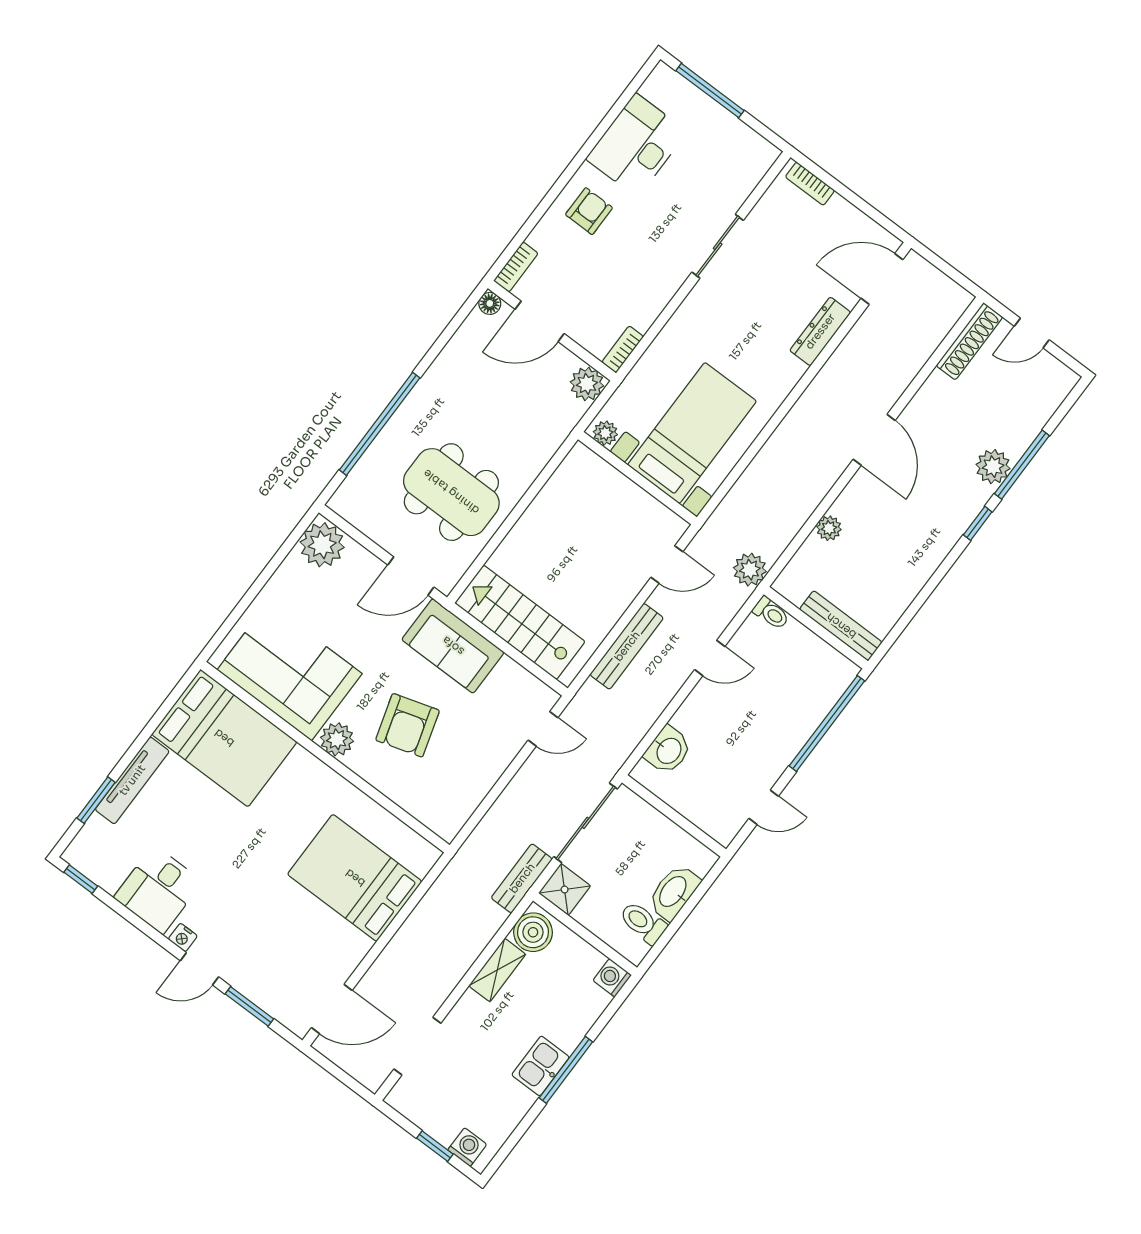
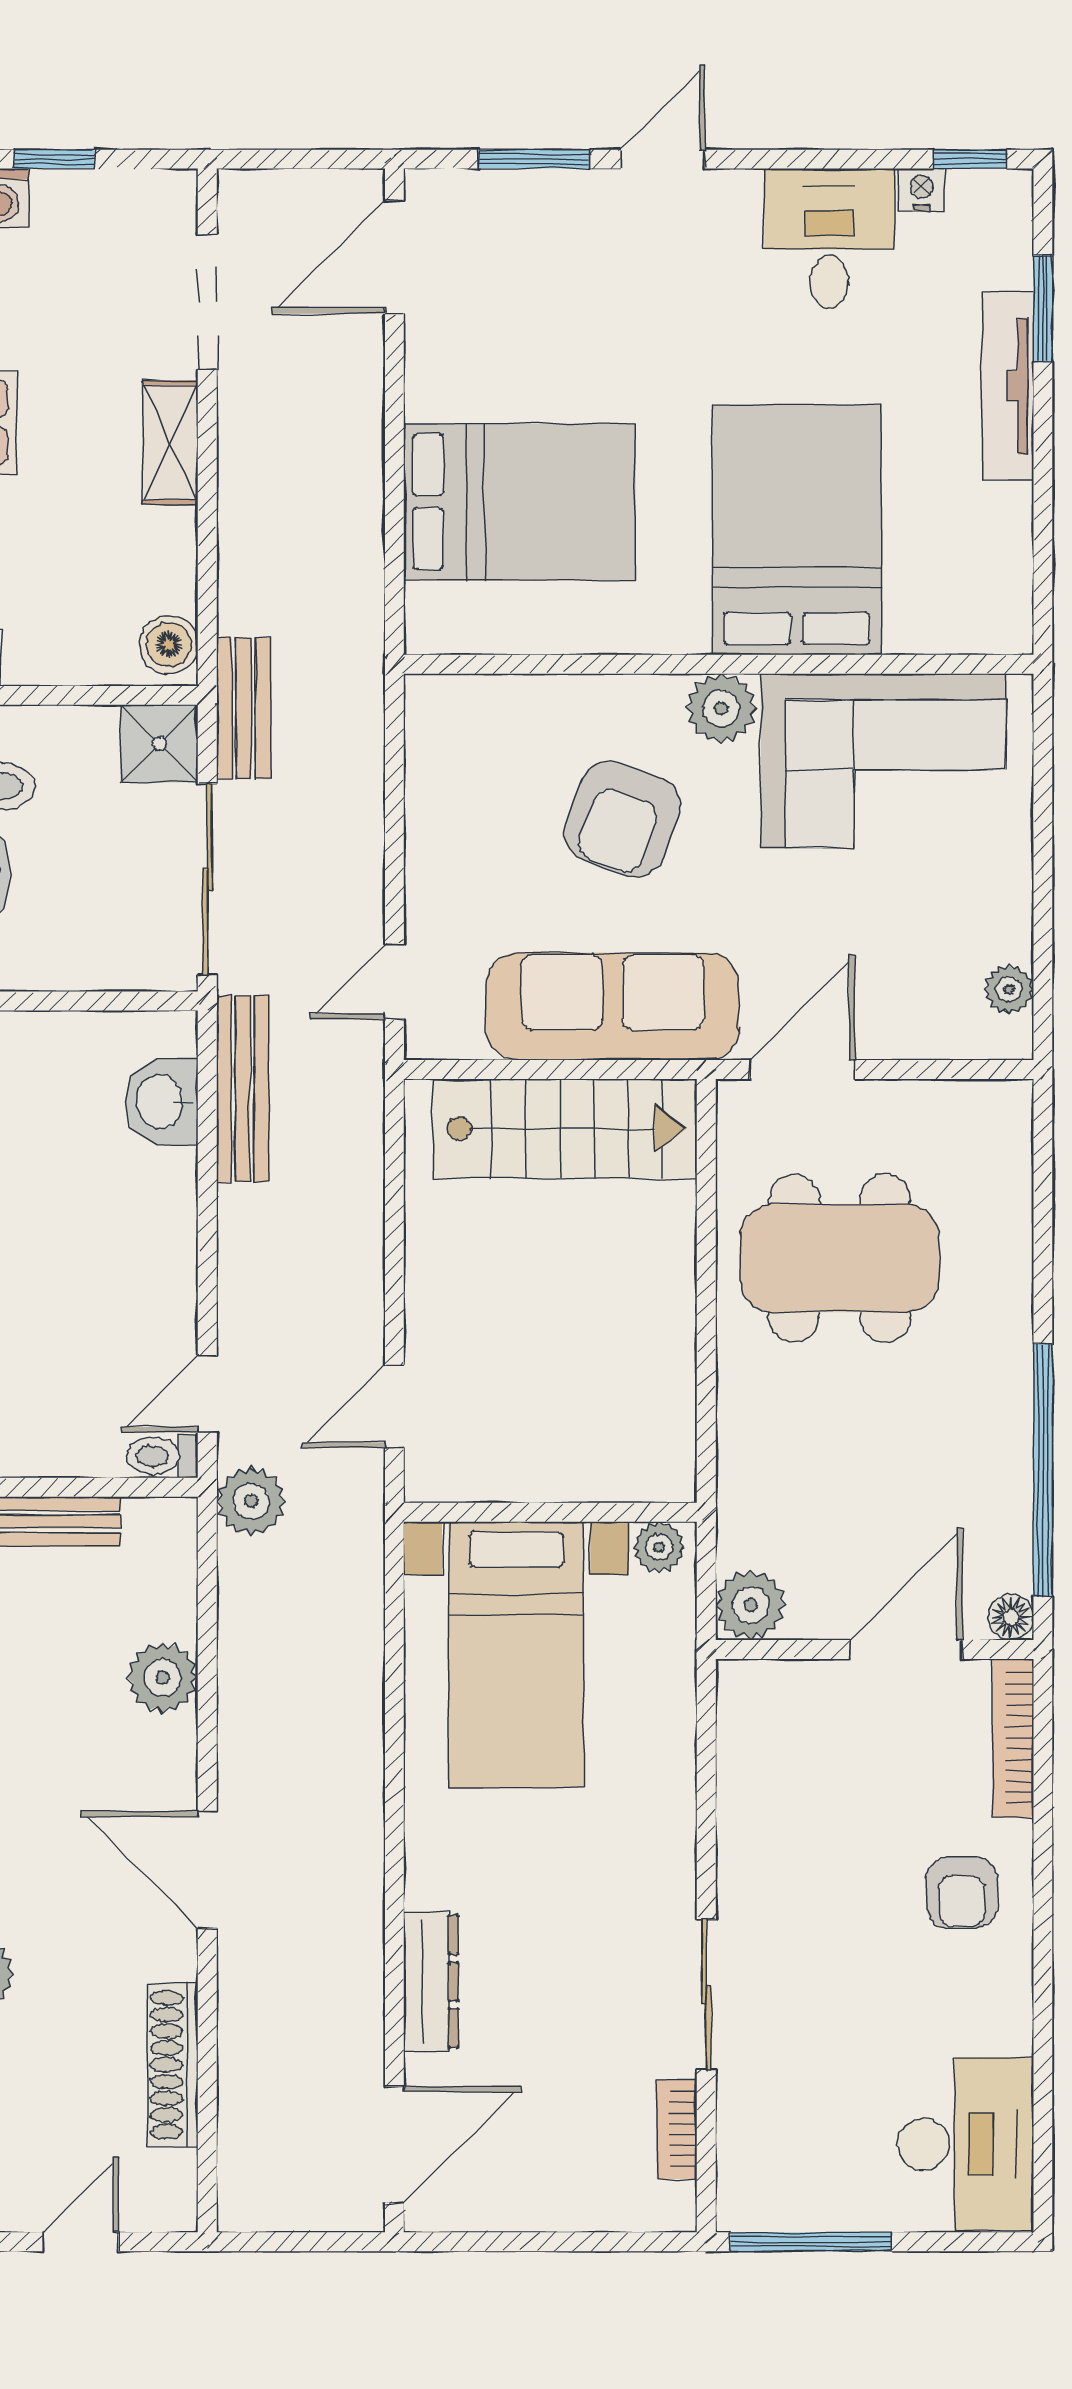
window: (710, 91) -> (810, 2242), moved
desk: (636, 145) -> (965, 2144), moved
bookcase: (810, 184) -> (677, 2129), moved, turned -90
bookcase: (516, 267) -> (1013, 1738), width x1.56
shoe rack: (969, 341) -> (173, 2065), moved
bookcase: (623, 349) -> (735, 1706), removed
window: (380, 424) -> (1043, 1470), moved
plant: (829, 528) -> (163, 1677), width x1.38, depth x1.38
plant: (322, 545) -> (1009, 989), width x0.53, depth x0.53
sofa: (453, 646) -> (612, 1006), width x1.36
bench: (627, 646) -> (243, 1089), moved
door: (710, 658) -> (207, 1394), moved
armchair: (408, 725) -> (622, 819), turned -143
bed: (224, 738) -> (797, 530), moved, turned 90
boiler: (533, 932) -> (169, 644), width x0.73, depth x0.73
nightstand: (183, 937) -> (922, 190), moved
shelving: (497, 970) -> (170, 442), moved

